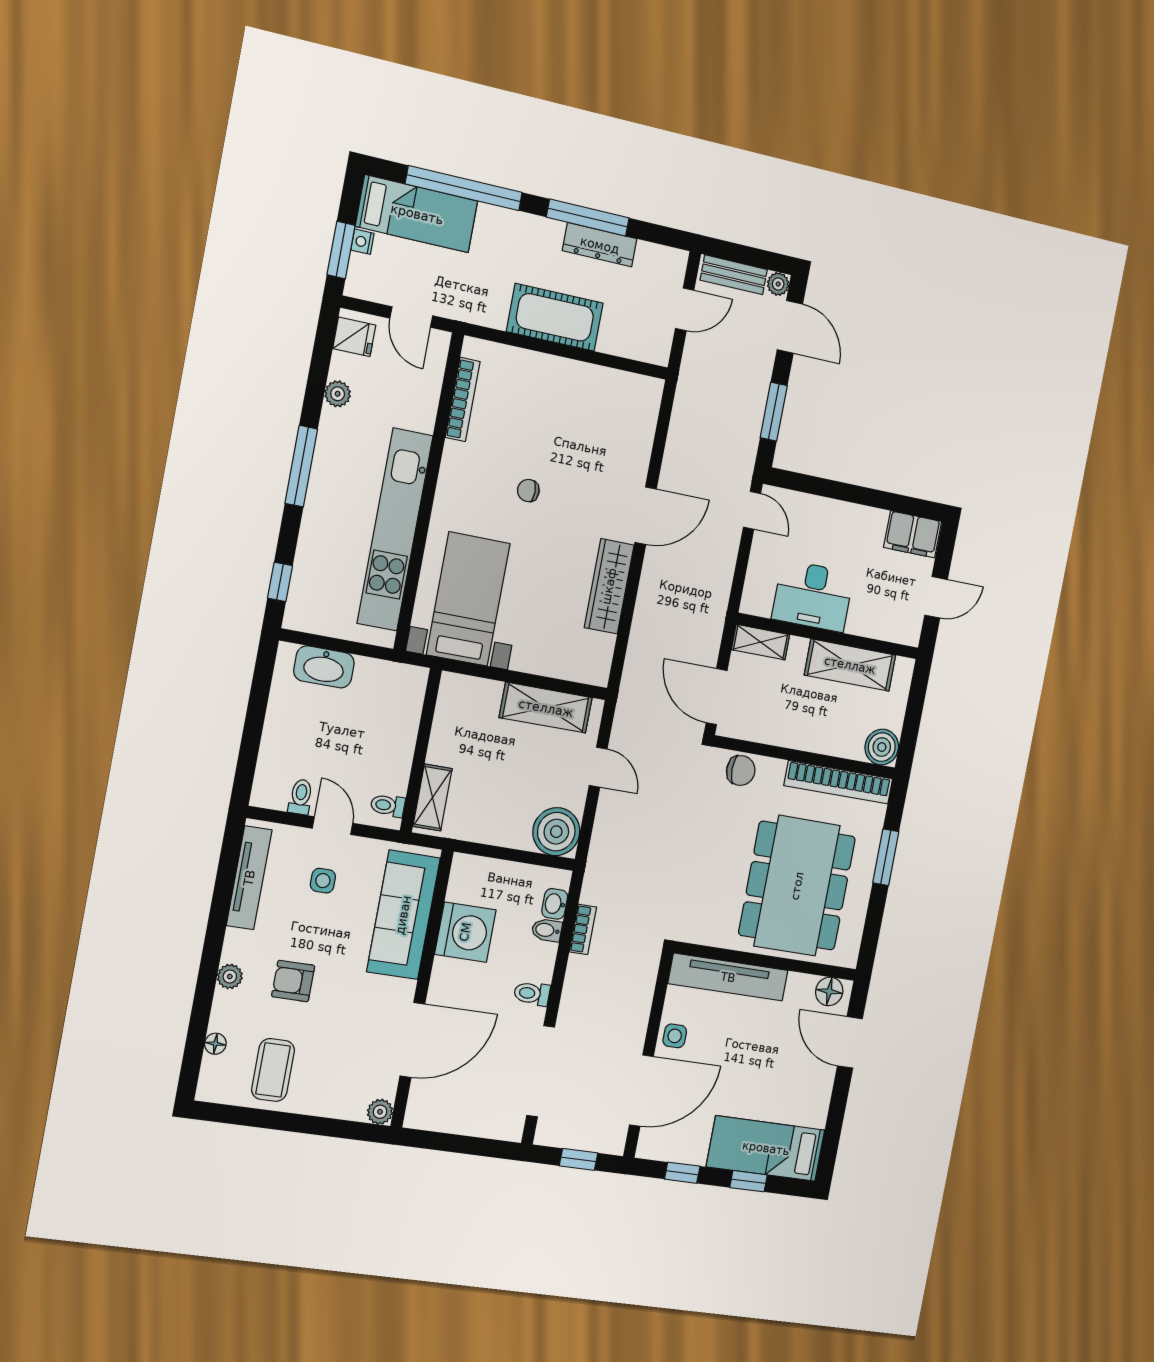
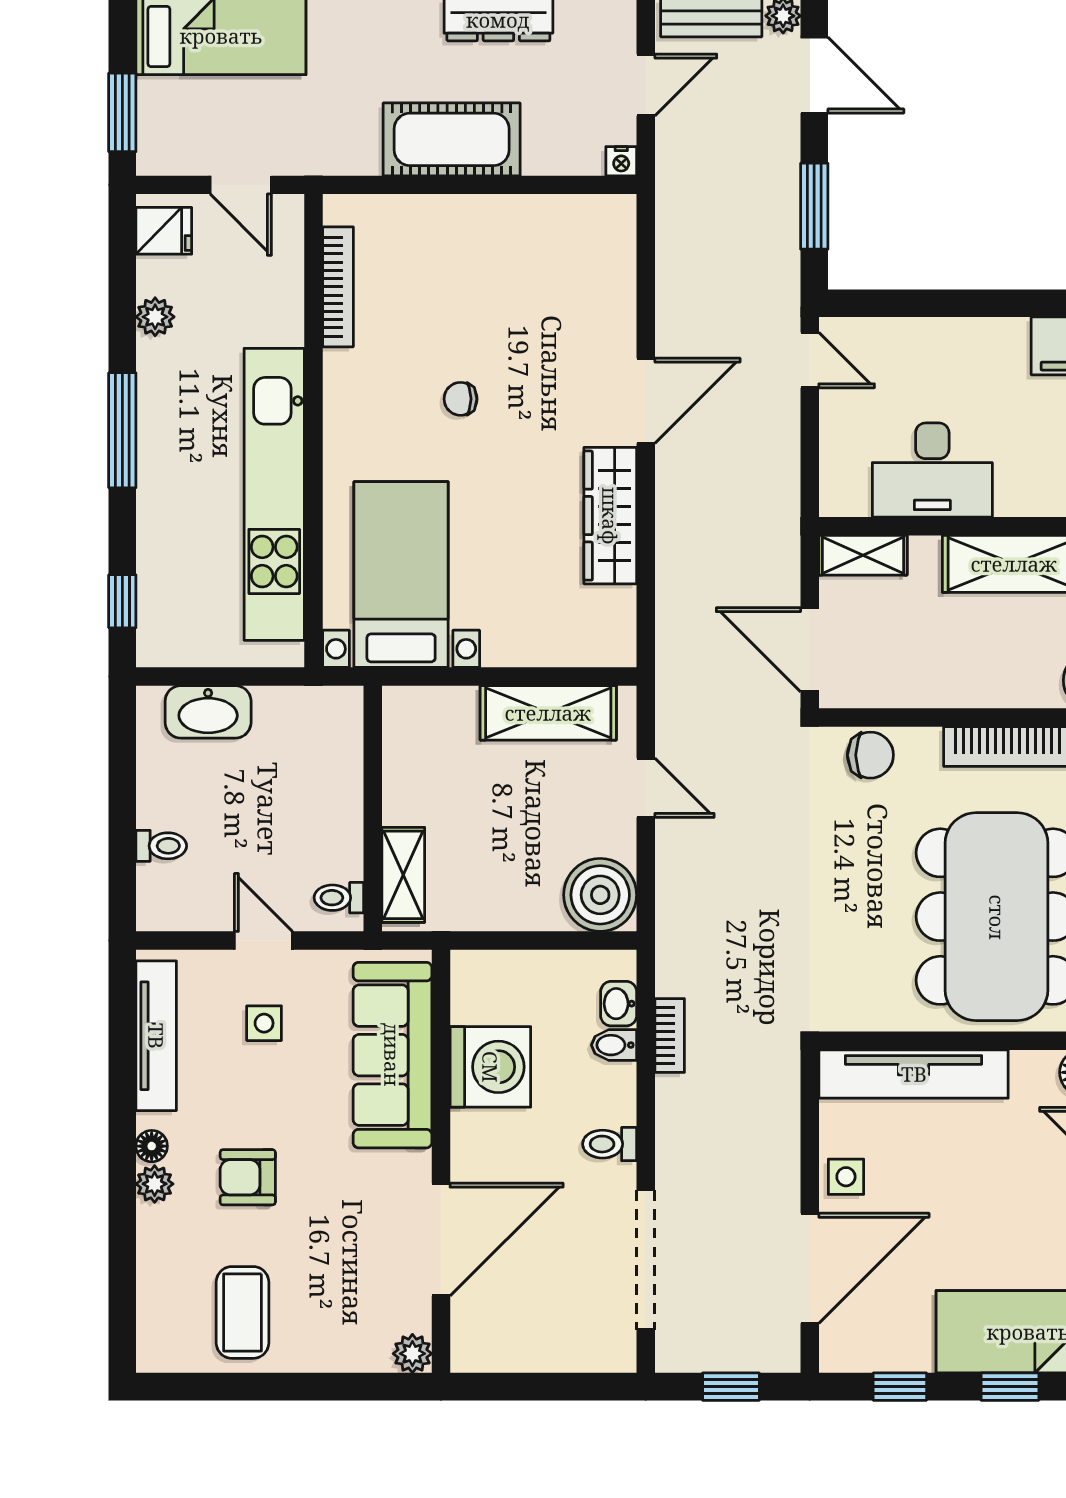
nightstand: (362, 242) -> (621, 161), moved, turned -90
toilet: (301, 797) -> (161, 846), moved, turned 90
floor lamp: (215, 1044) -> (152, 1146), moved

